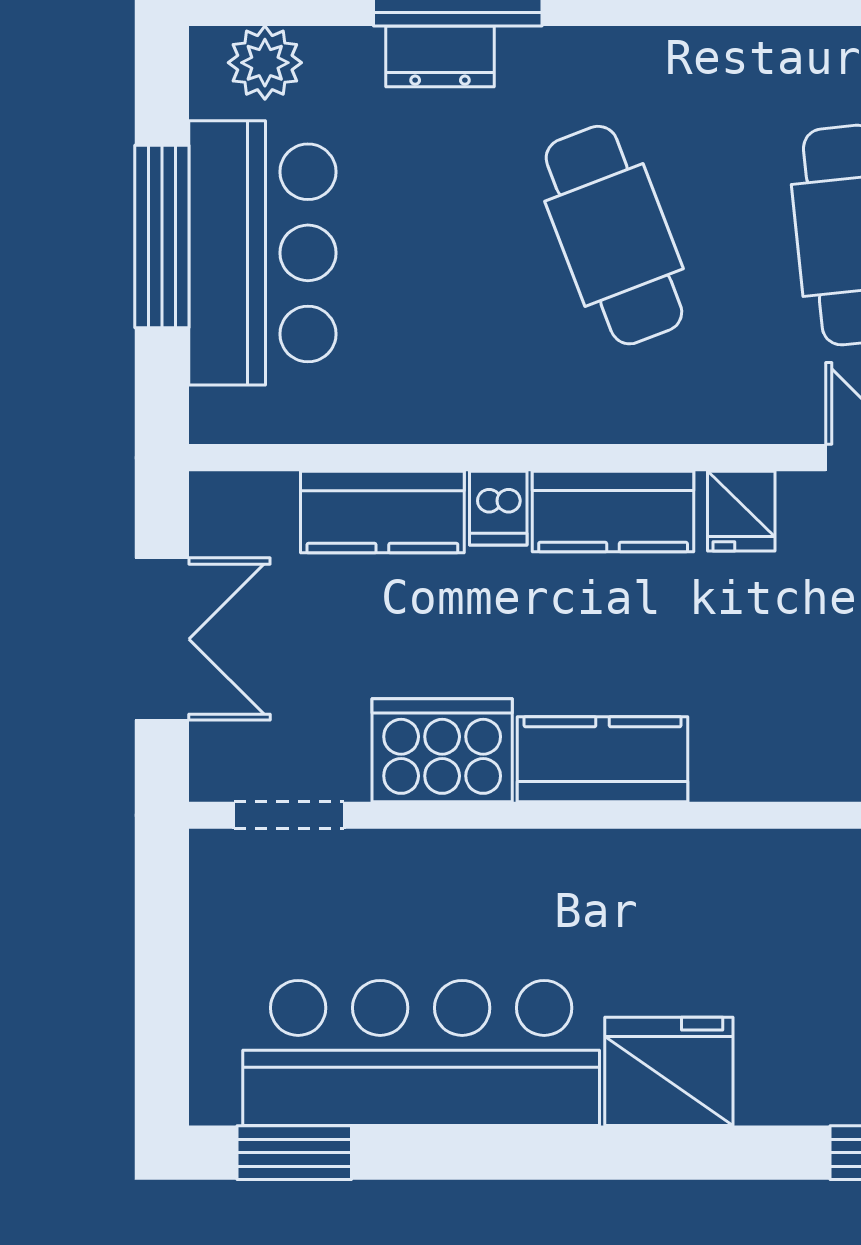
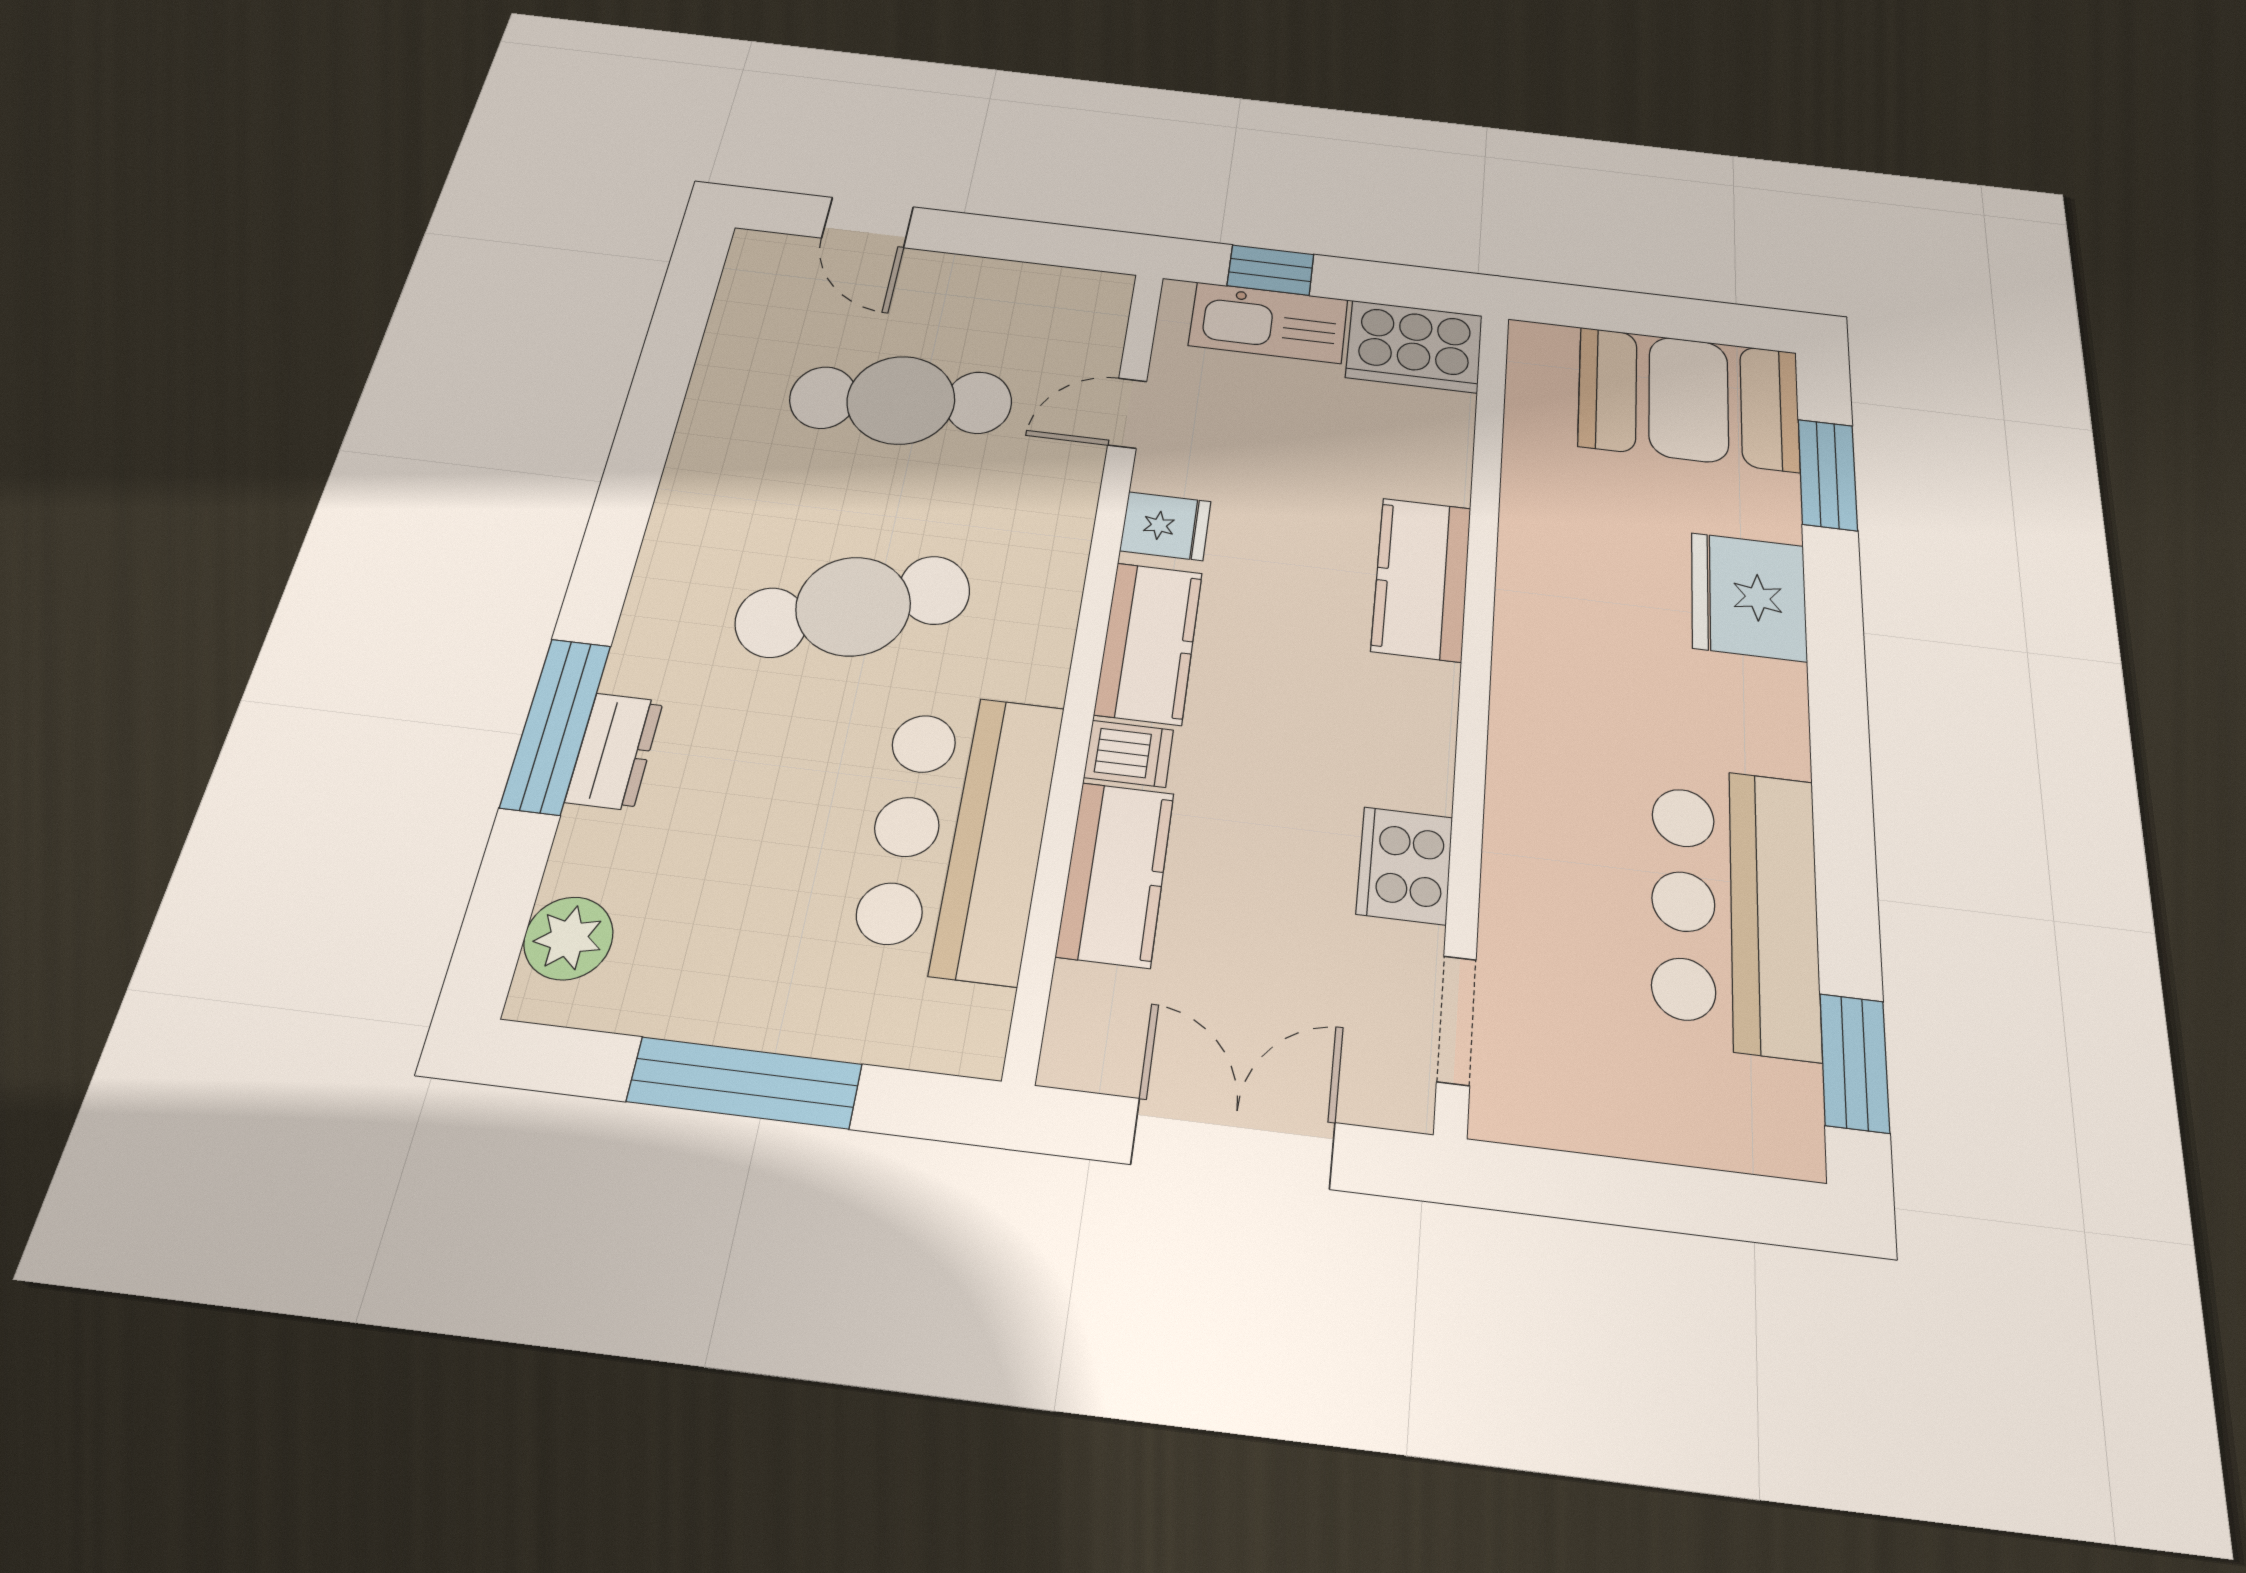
bar counter: (262, 253) -> (958, 833), moved, turned -90
cooker: (442, 750) -> (1405, 865), width x0.73, depth x0.76
kitchen counter: (603, 759) -> (1422, 579), moved
bar counter: (421, 1053) -> (1735, 908), width x0.73
fridge: (669, 1071) -> (1749, 597), moved

